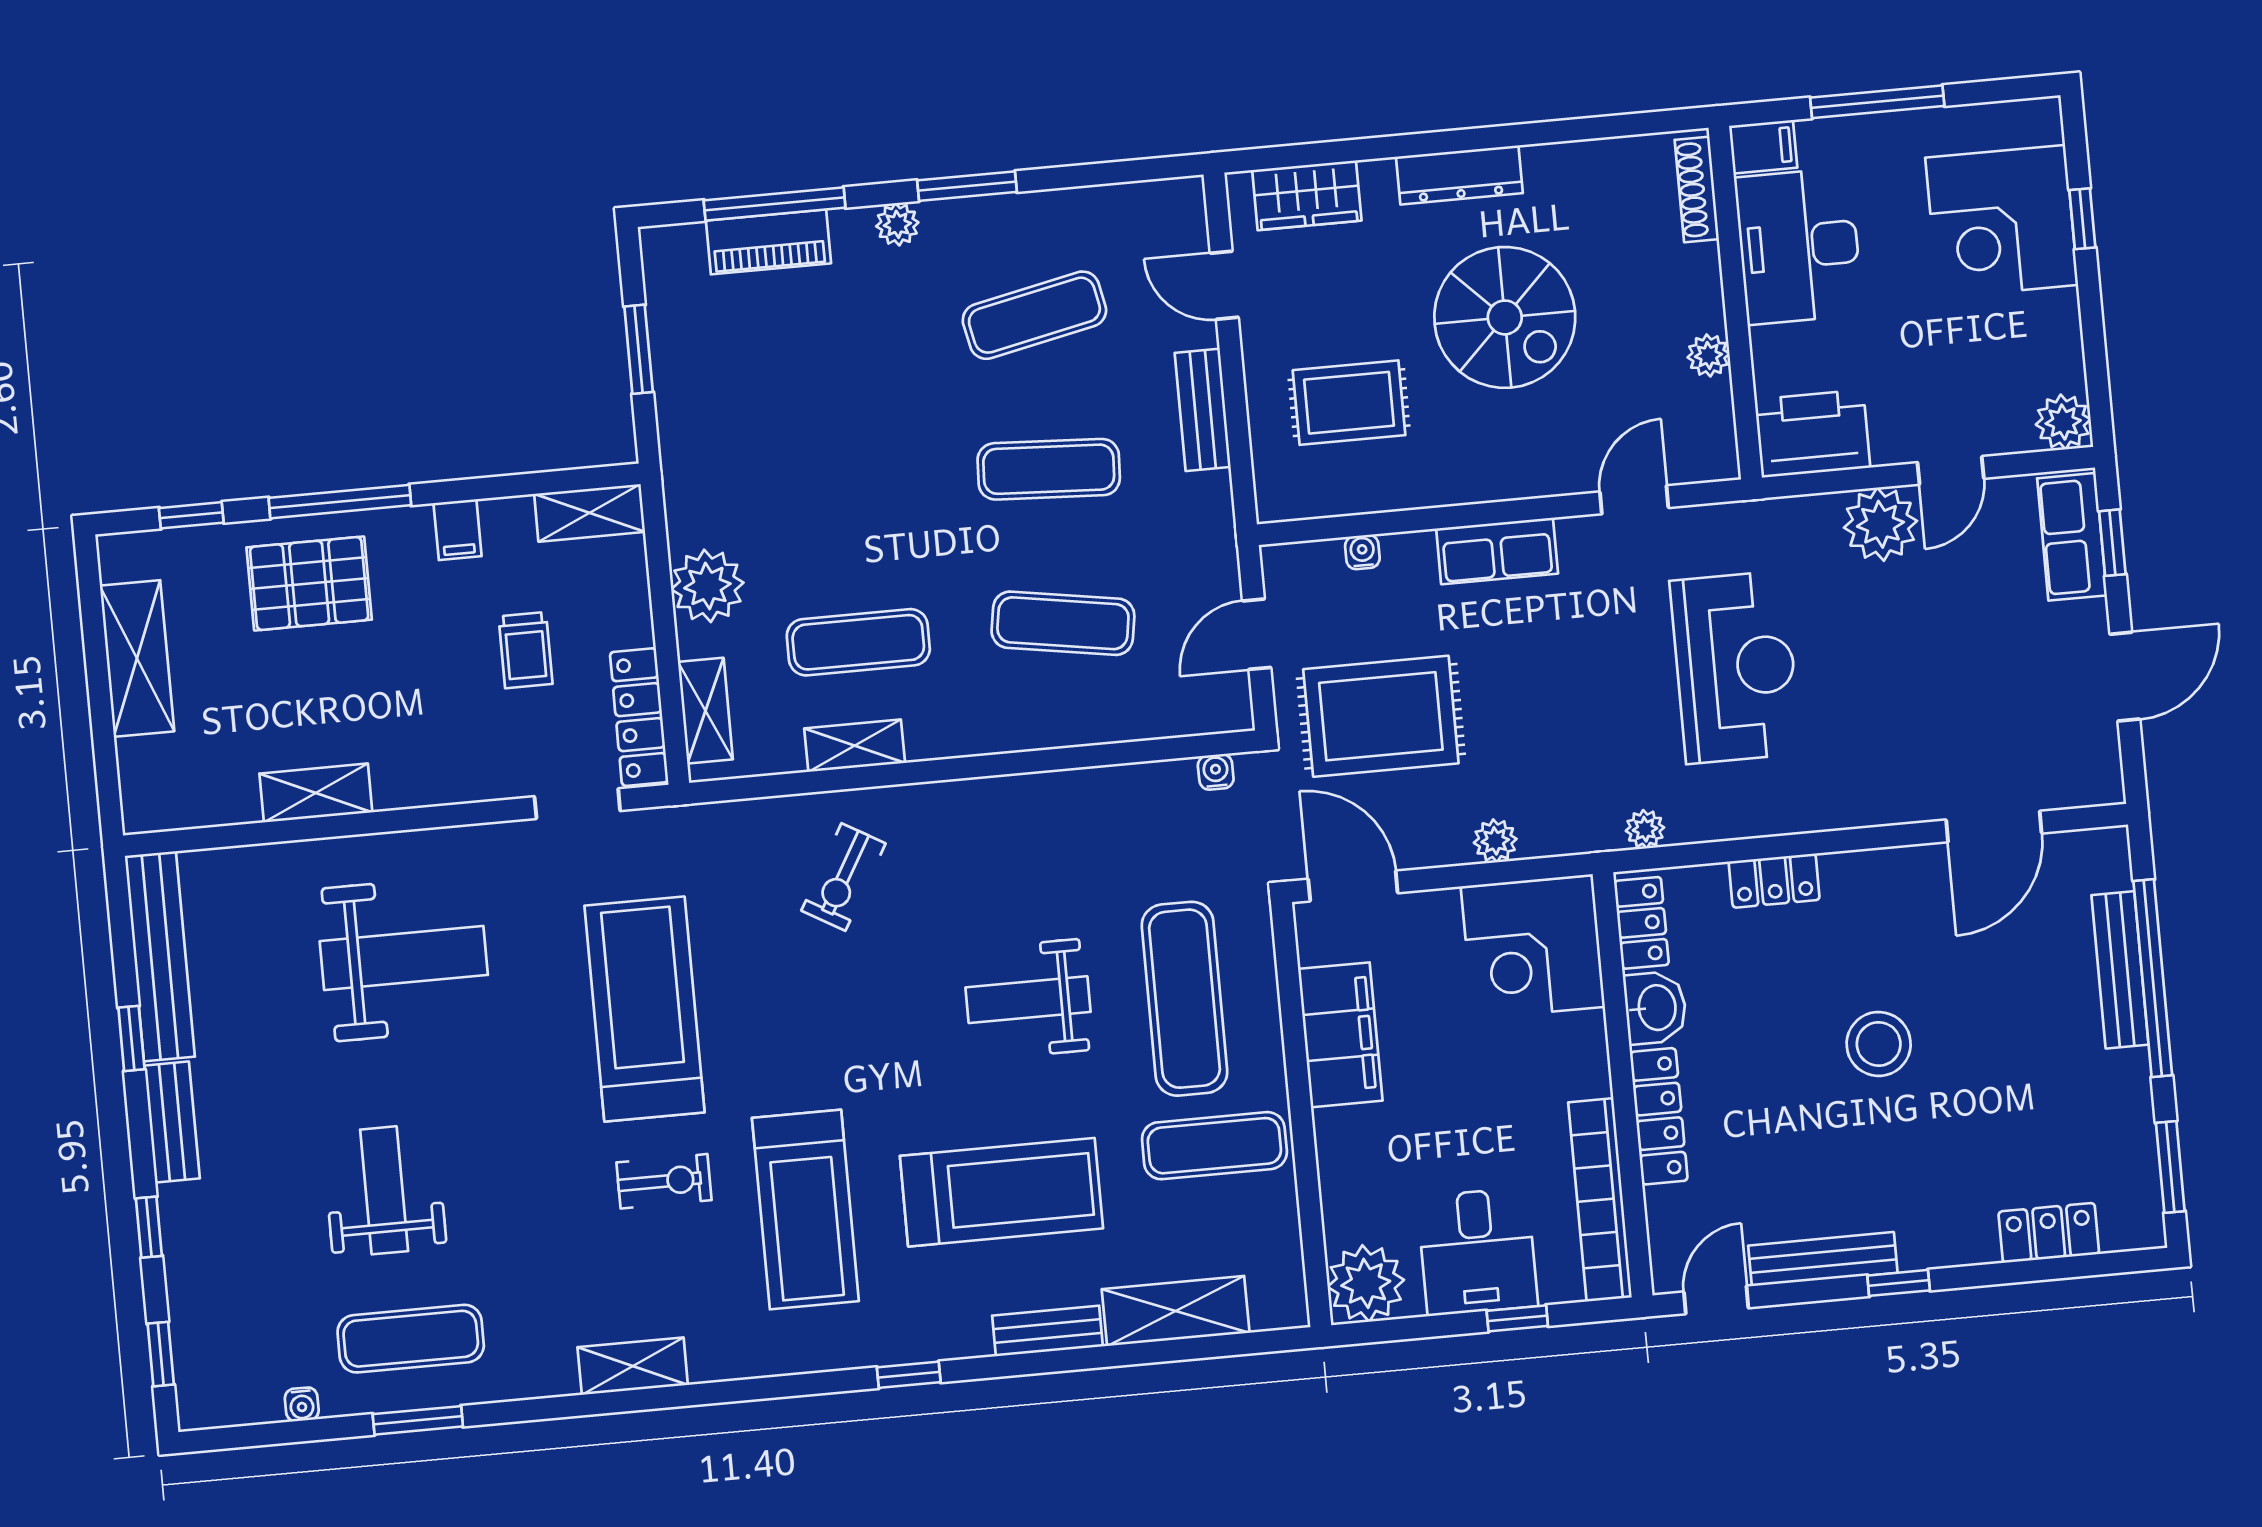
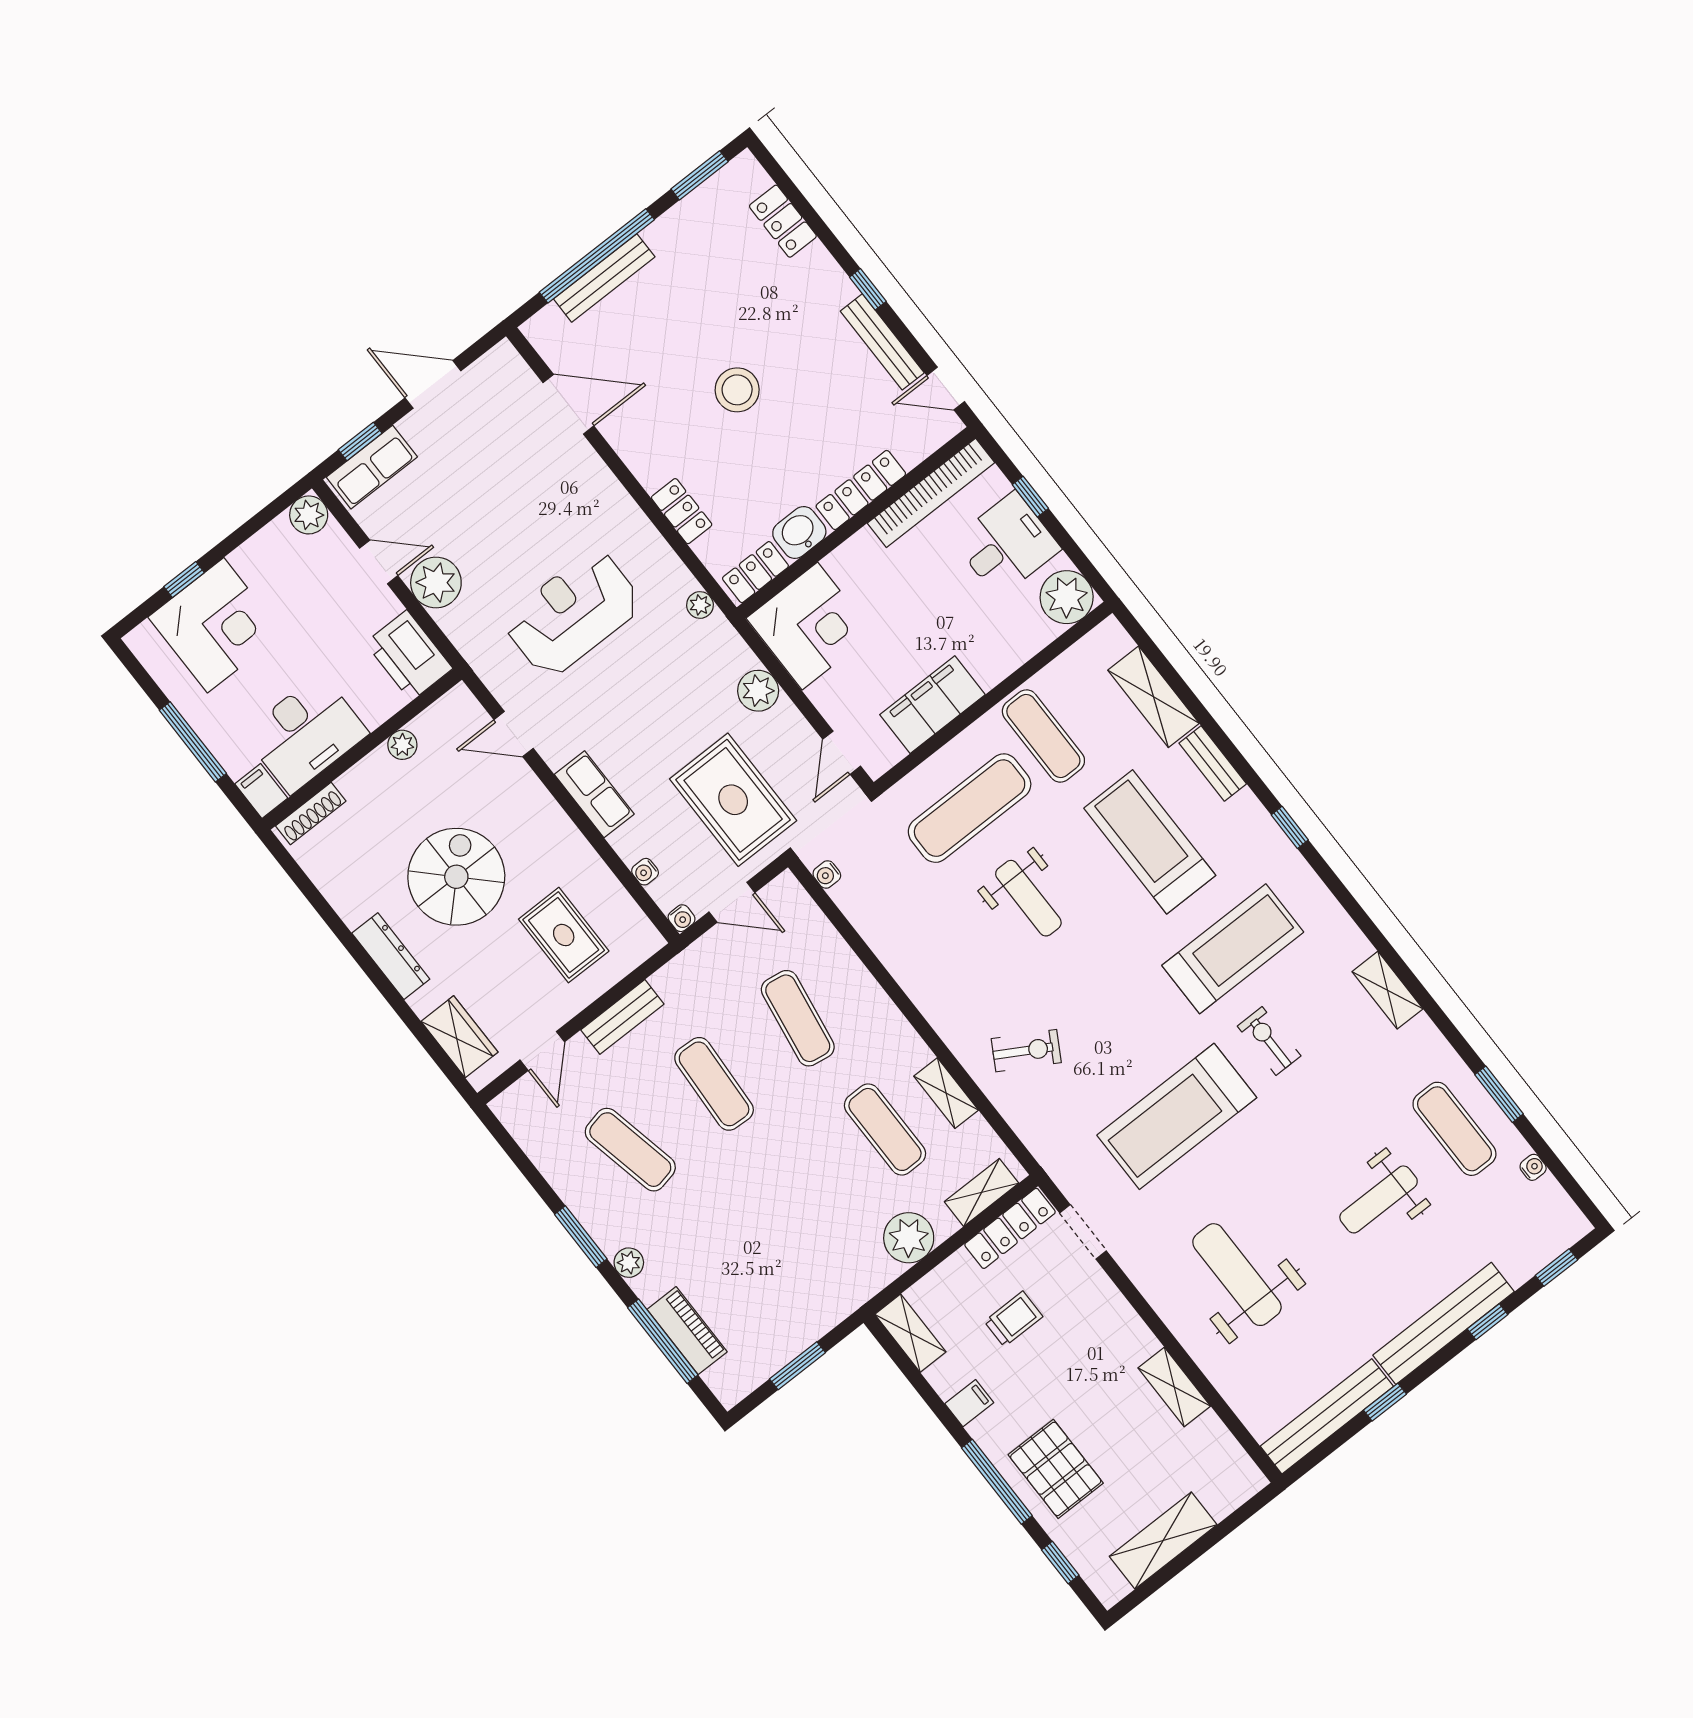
water cooler: (1277, 560) -> (682, 918), added
plant: (1495, 841) -> (758, 691), width x1.38, depth x1.38
door: (1353, 886) -> (842, 753), width x0.73
bench: (172, 1122) -> (1444, 1323), width x1.86, depth x1.21

